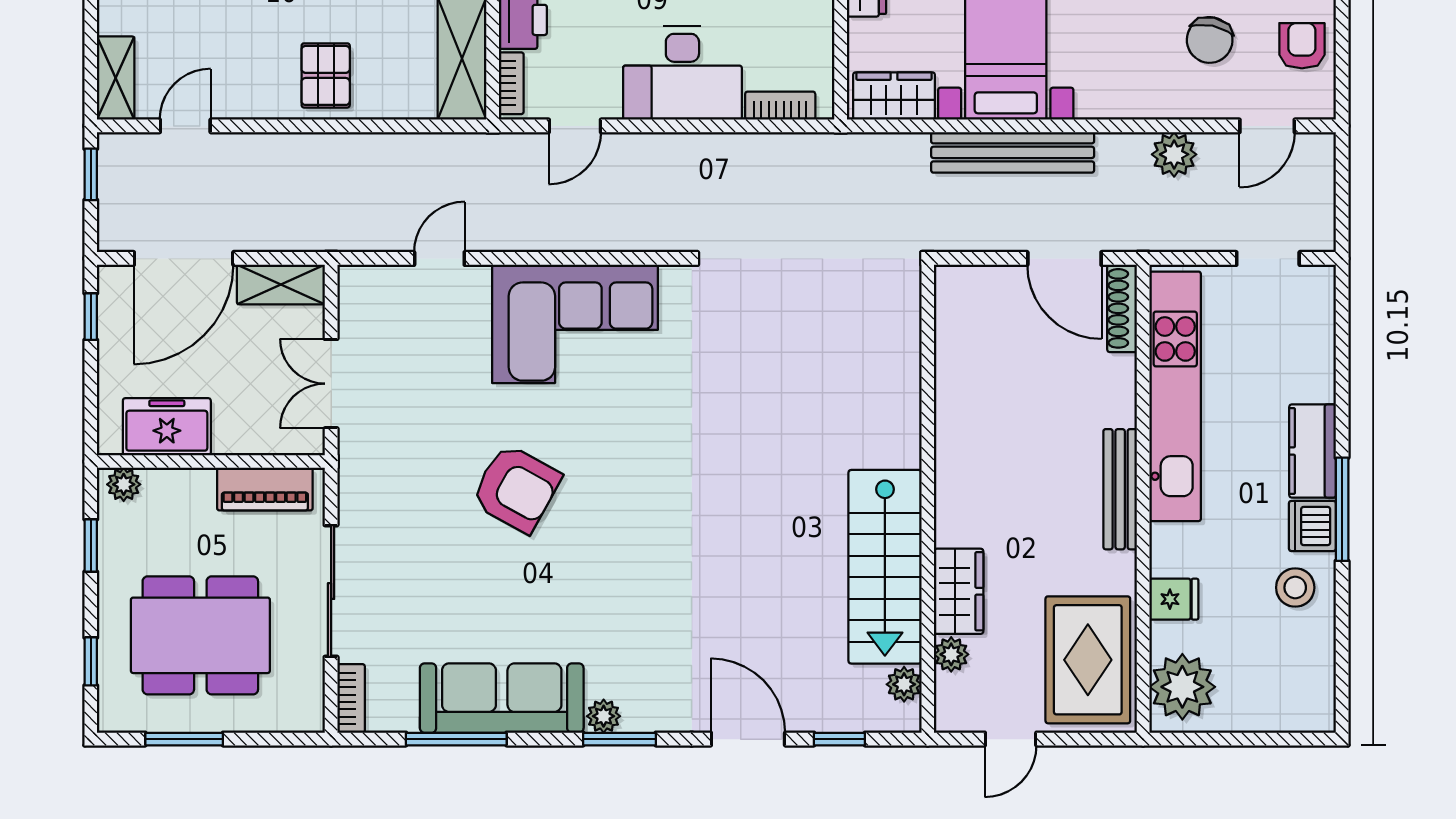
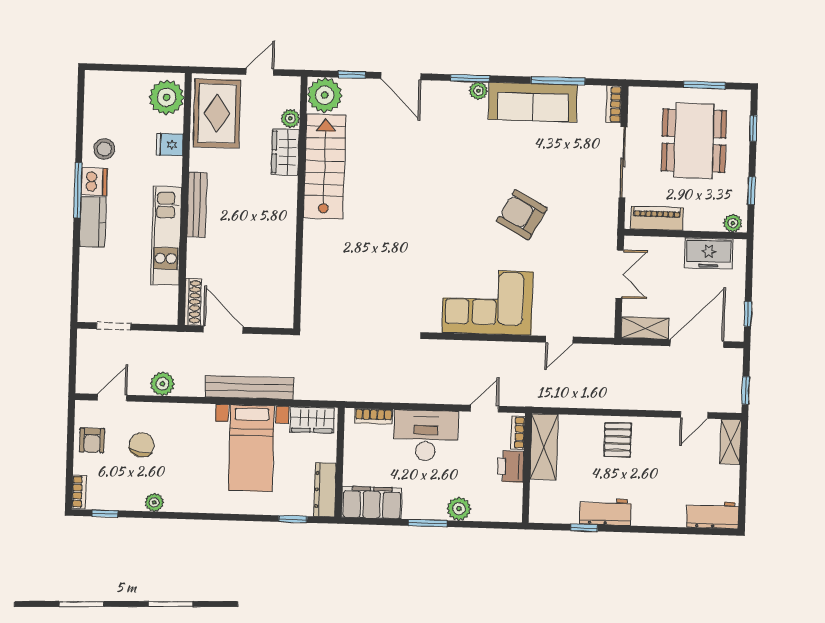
kitchen unit: (1175, 396) -> (166, 236), width x0.73
dining table: (200, 635) -> (694, 141), turned 90
plant: (904, 684) -> (325, 95), width x1.87, depth x1.87

